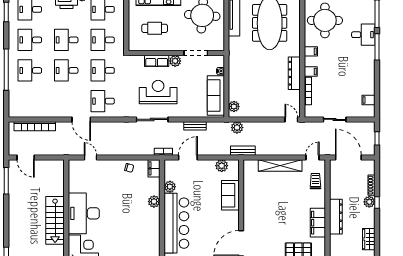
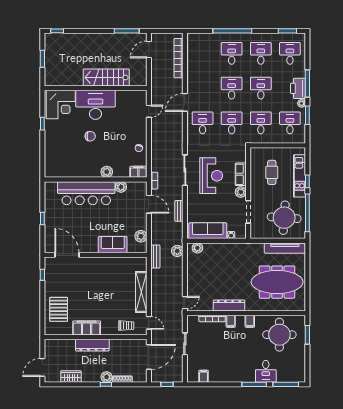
chair: (117, 219) -> (90, 136), added
stairs: (55, 220) -> (106, 77), moved

